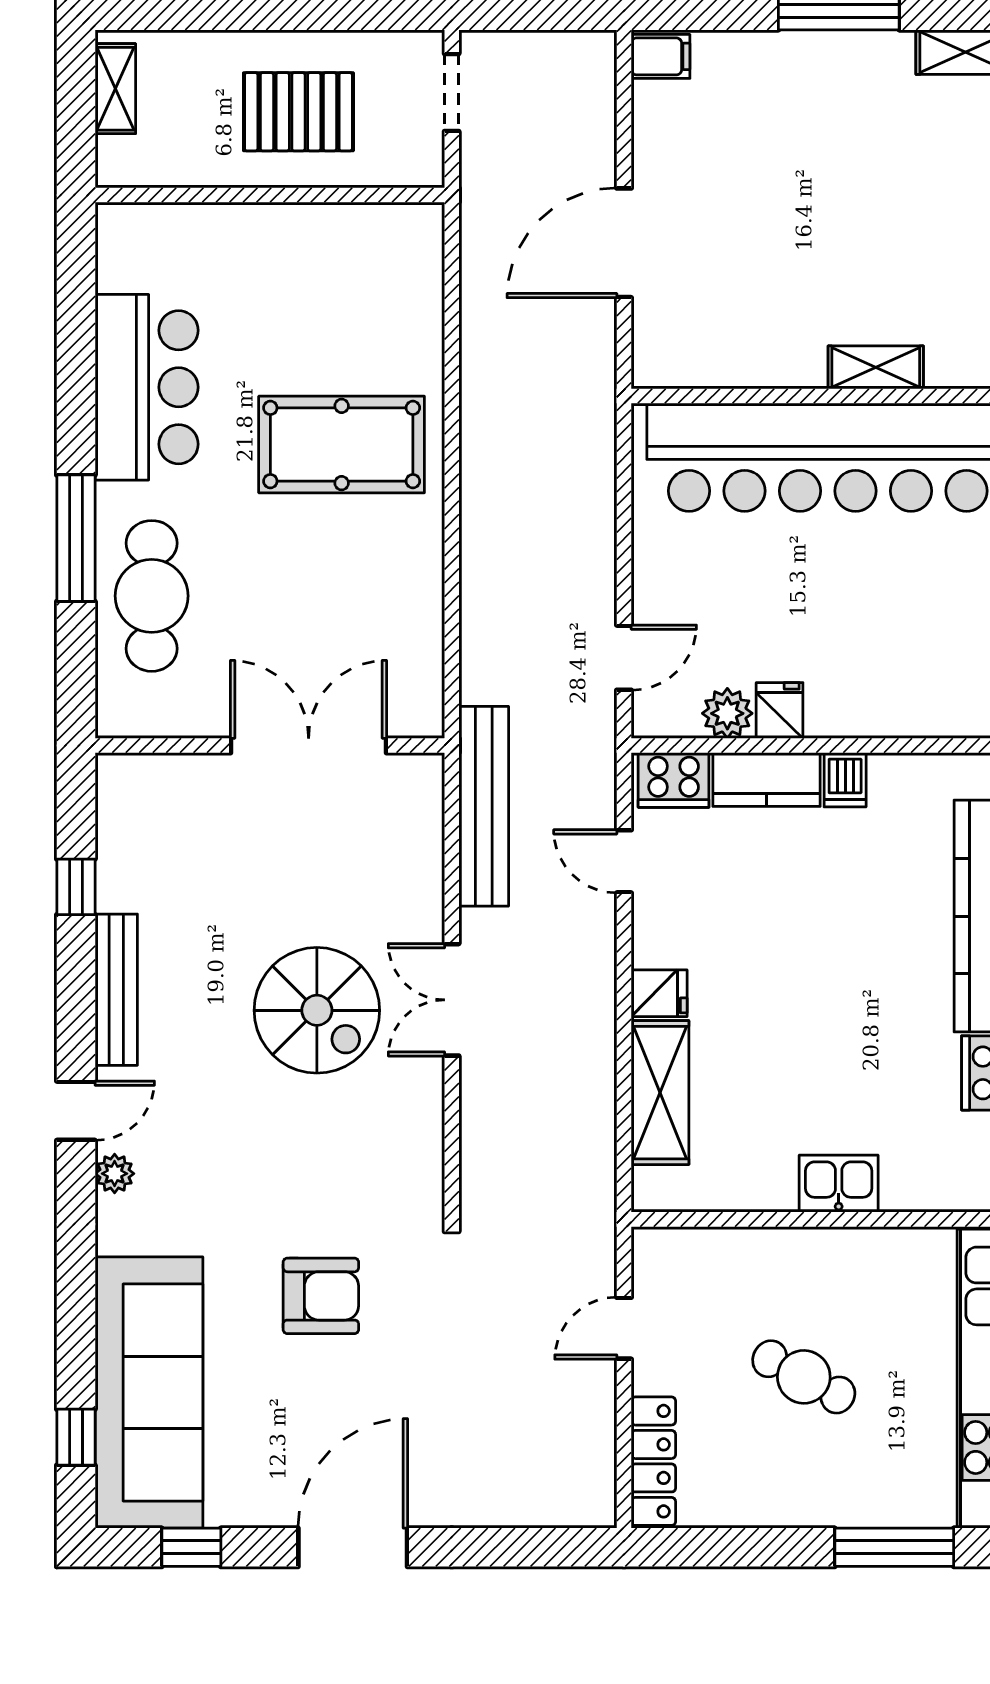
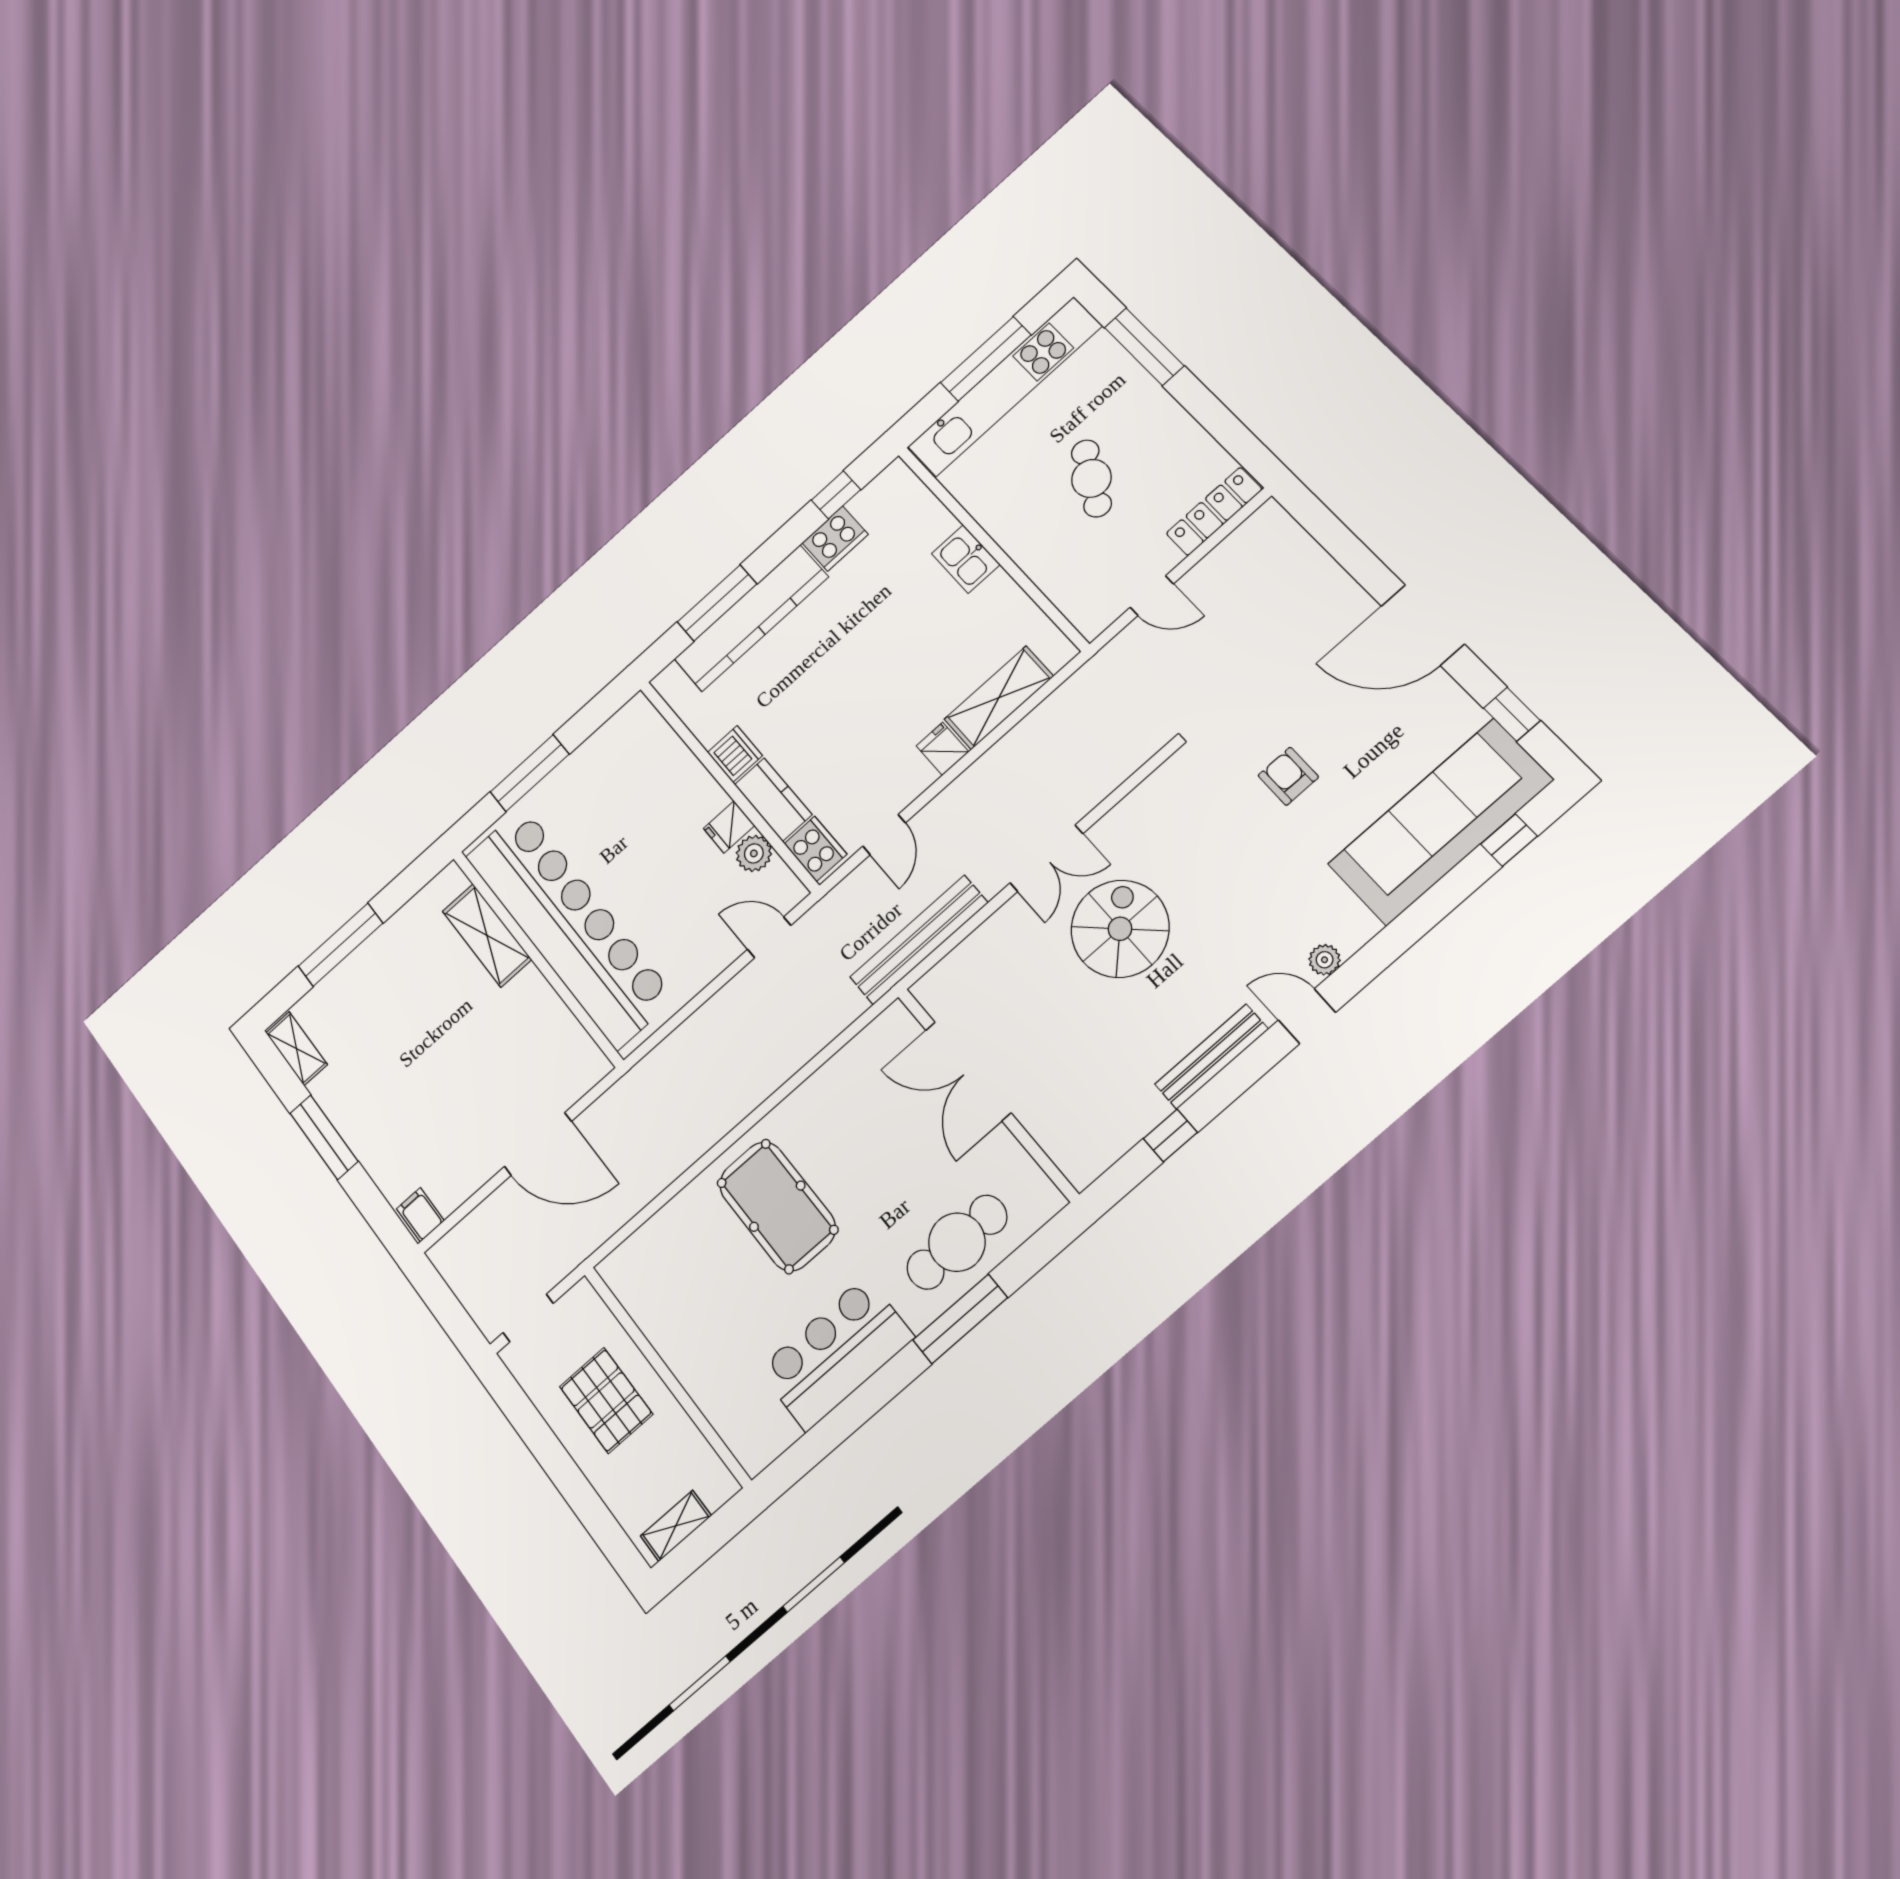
shelving: (876, 367) -> (487, 935), width x1.50, depth x1.33
dishwasher: (845, 780) -> (735, 754), width x1.38
armchair: (321, 1296) -> (1288, 776), width x0.72, depth x0.72

